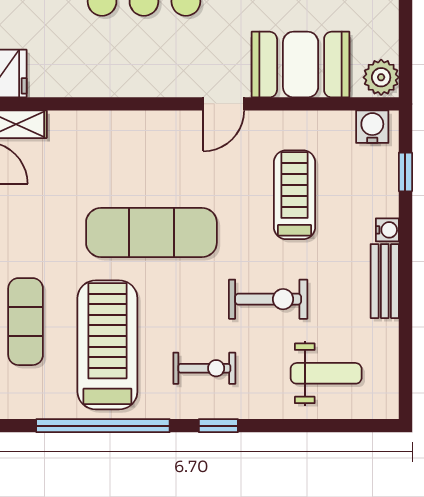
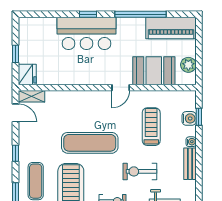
plant: (381, 77) -> (188, 65), moved
water cooler: (372, 127) -> (189, 118), moved, turned 90
exercise bike: (268, 299) -> (140, 171), turned 180

